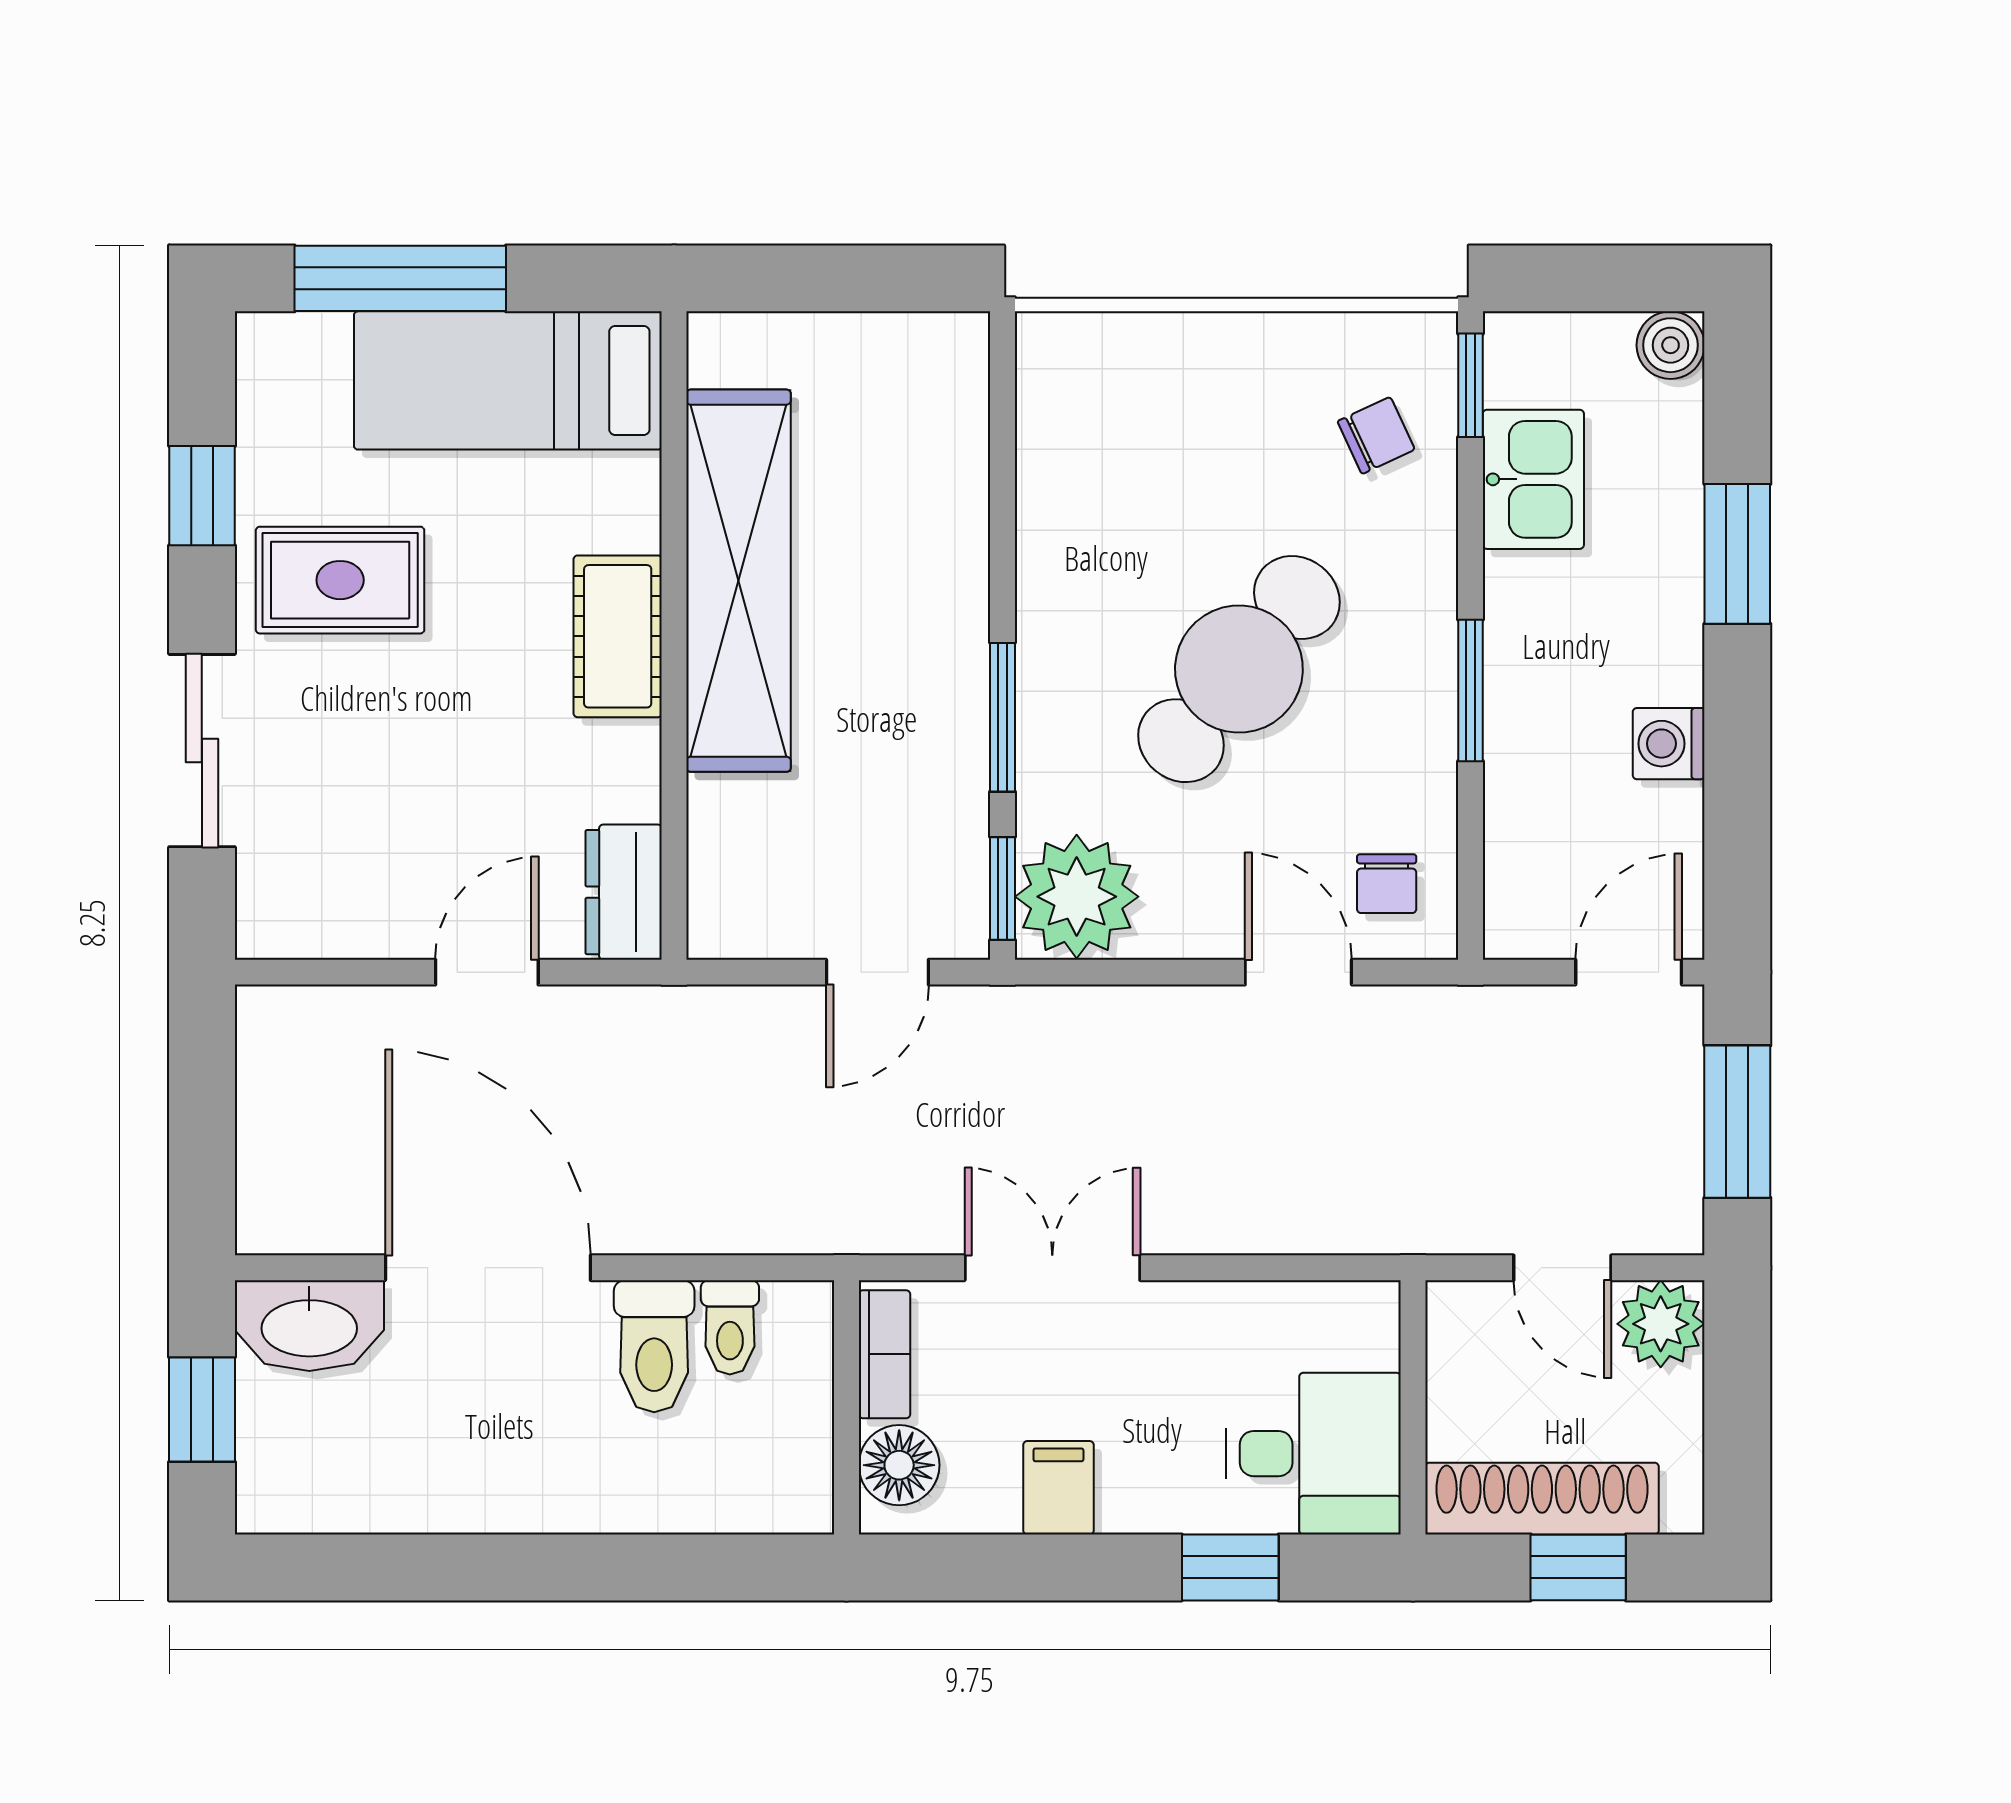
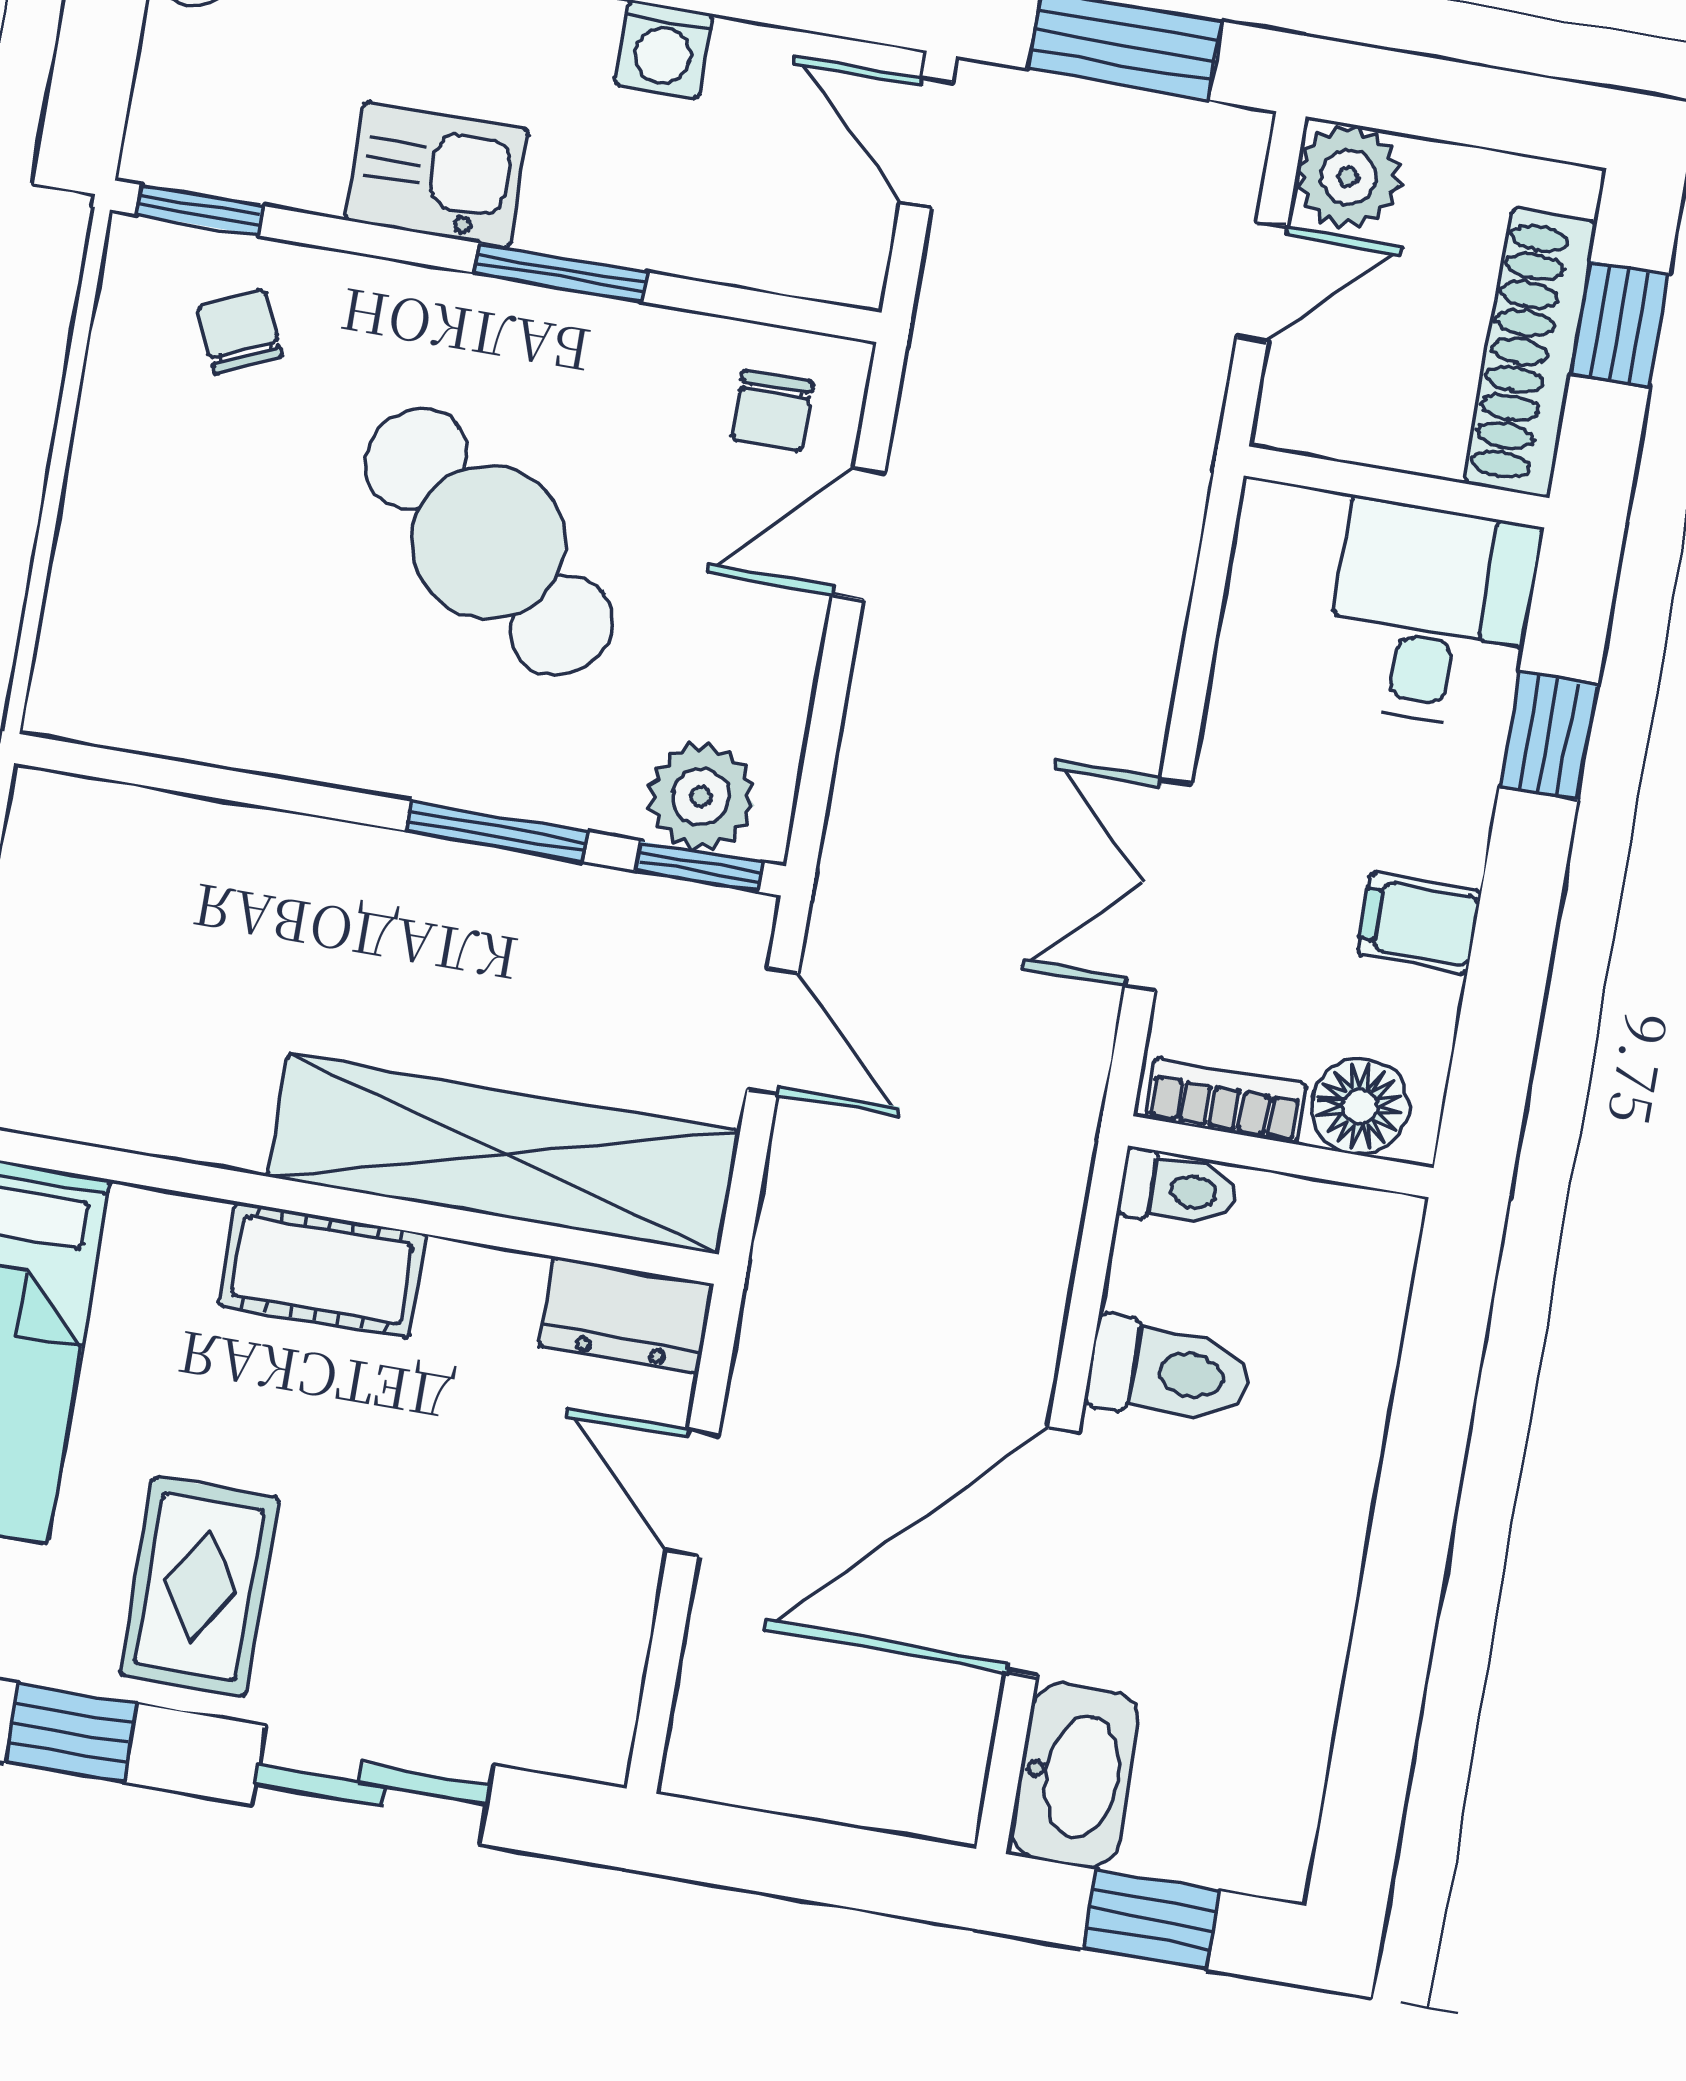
kitchen sink: (1533, 479) -> (437, 175), moved
shelving: (739, 581) -> (504, 1154), moved
chair: (1387, 884) -> (772, 411), turned 90
plant: (1077, 897) -> (701, 796), width x0.73, depth x0.73
toilet: (730, 1327) -> (1178, 1189), moved

